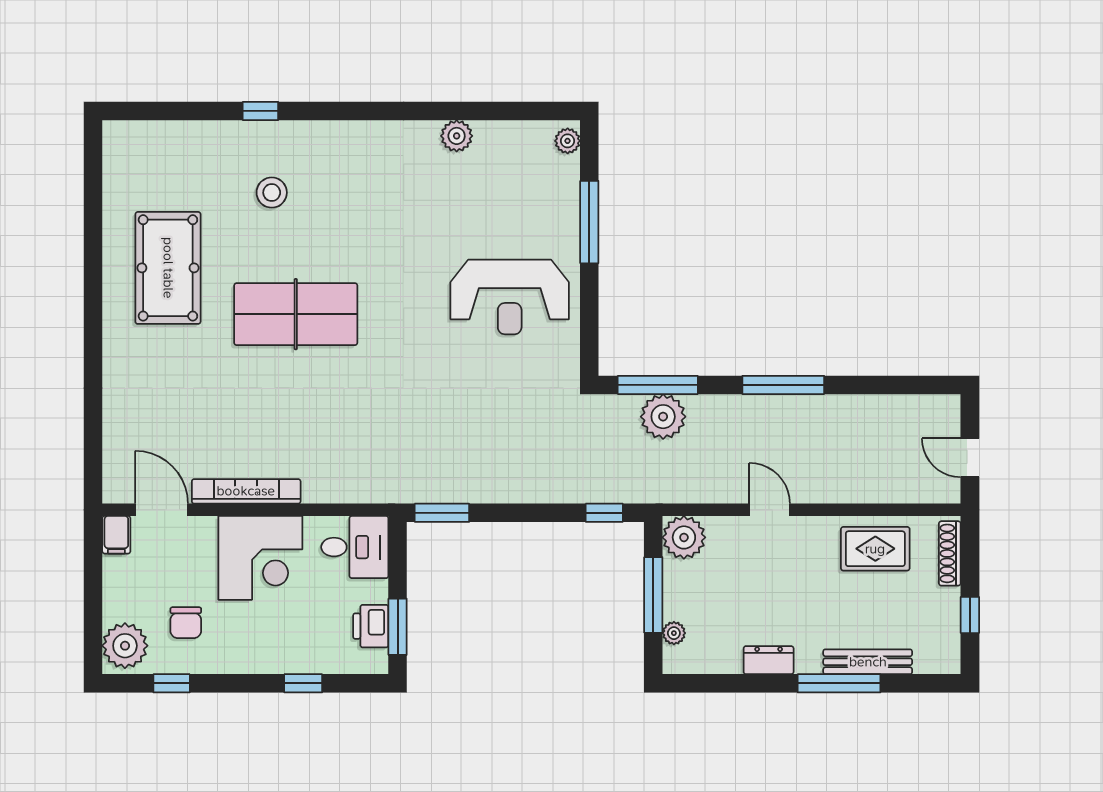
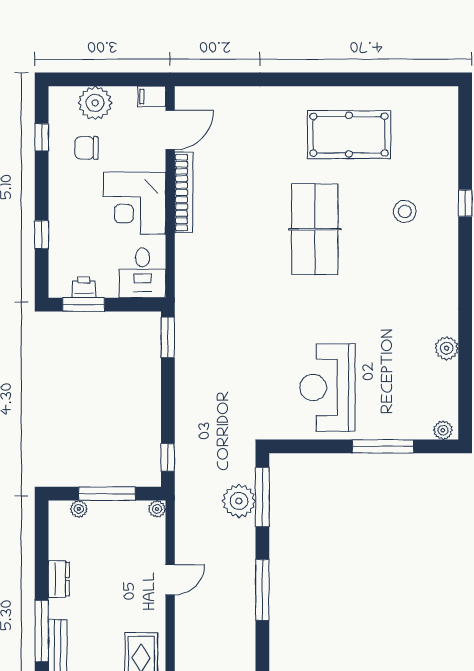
plant: (684, 537) -> (157, 509), width x0.53, depth x0.53
printer: (371, 626) -> (84, 287), width x0.73, depth x0.81
plant: (125, 646) -> (95, 103), moved

